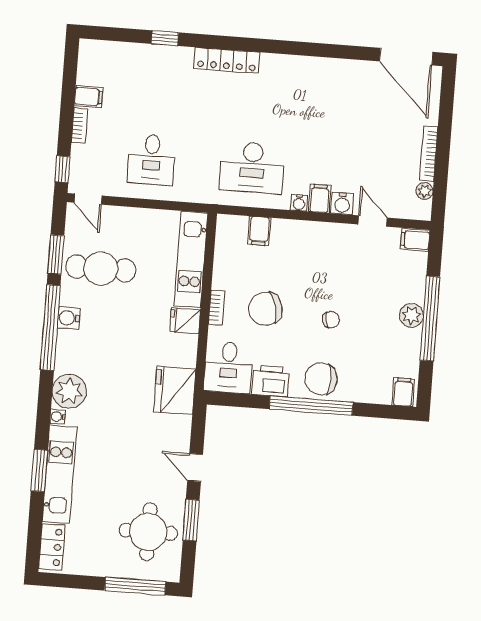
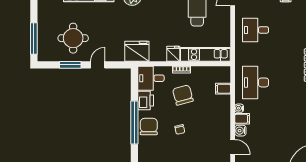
door: (373, 221) -> (233, 147), hinge flipped
round table: (148, 532) -> (73, 38), moved

